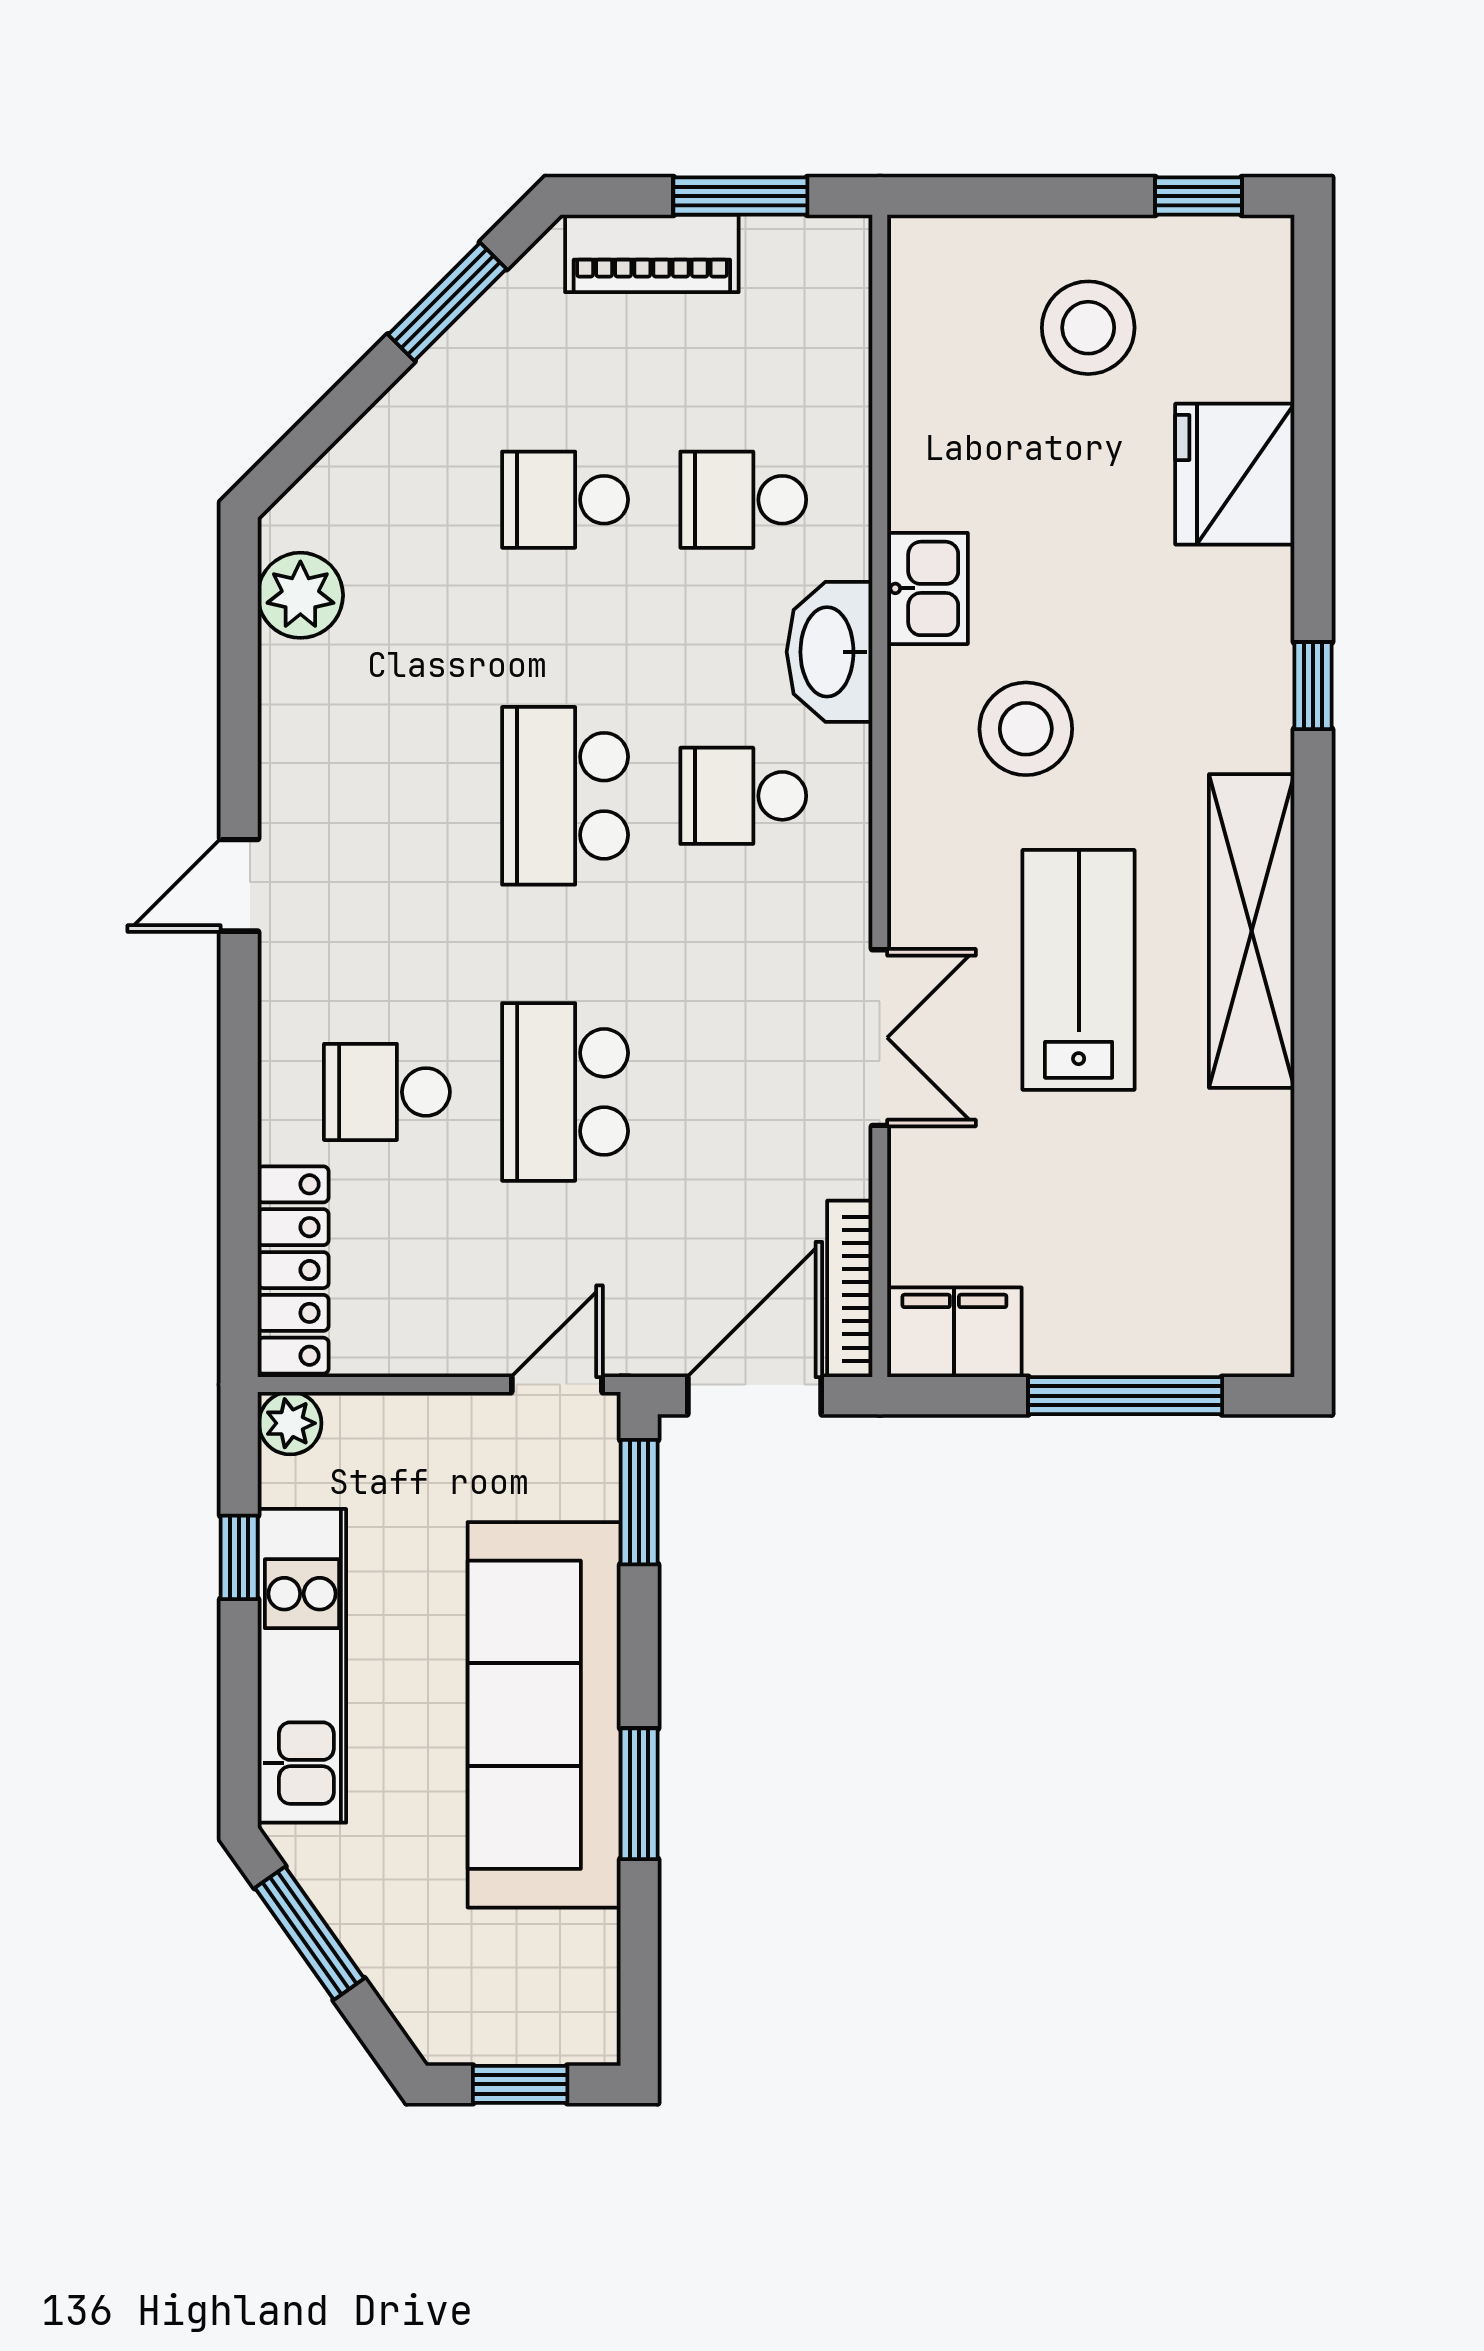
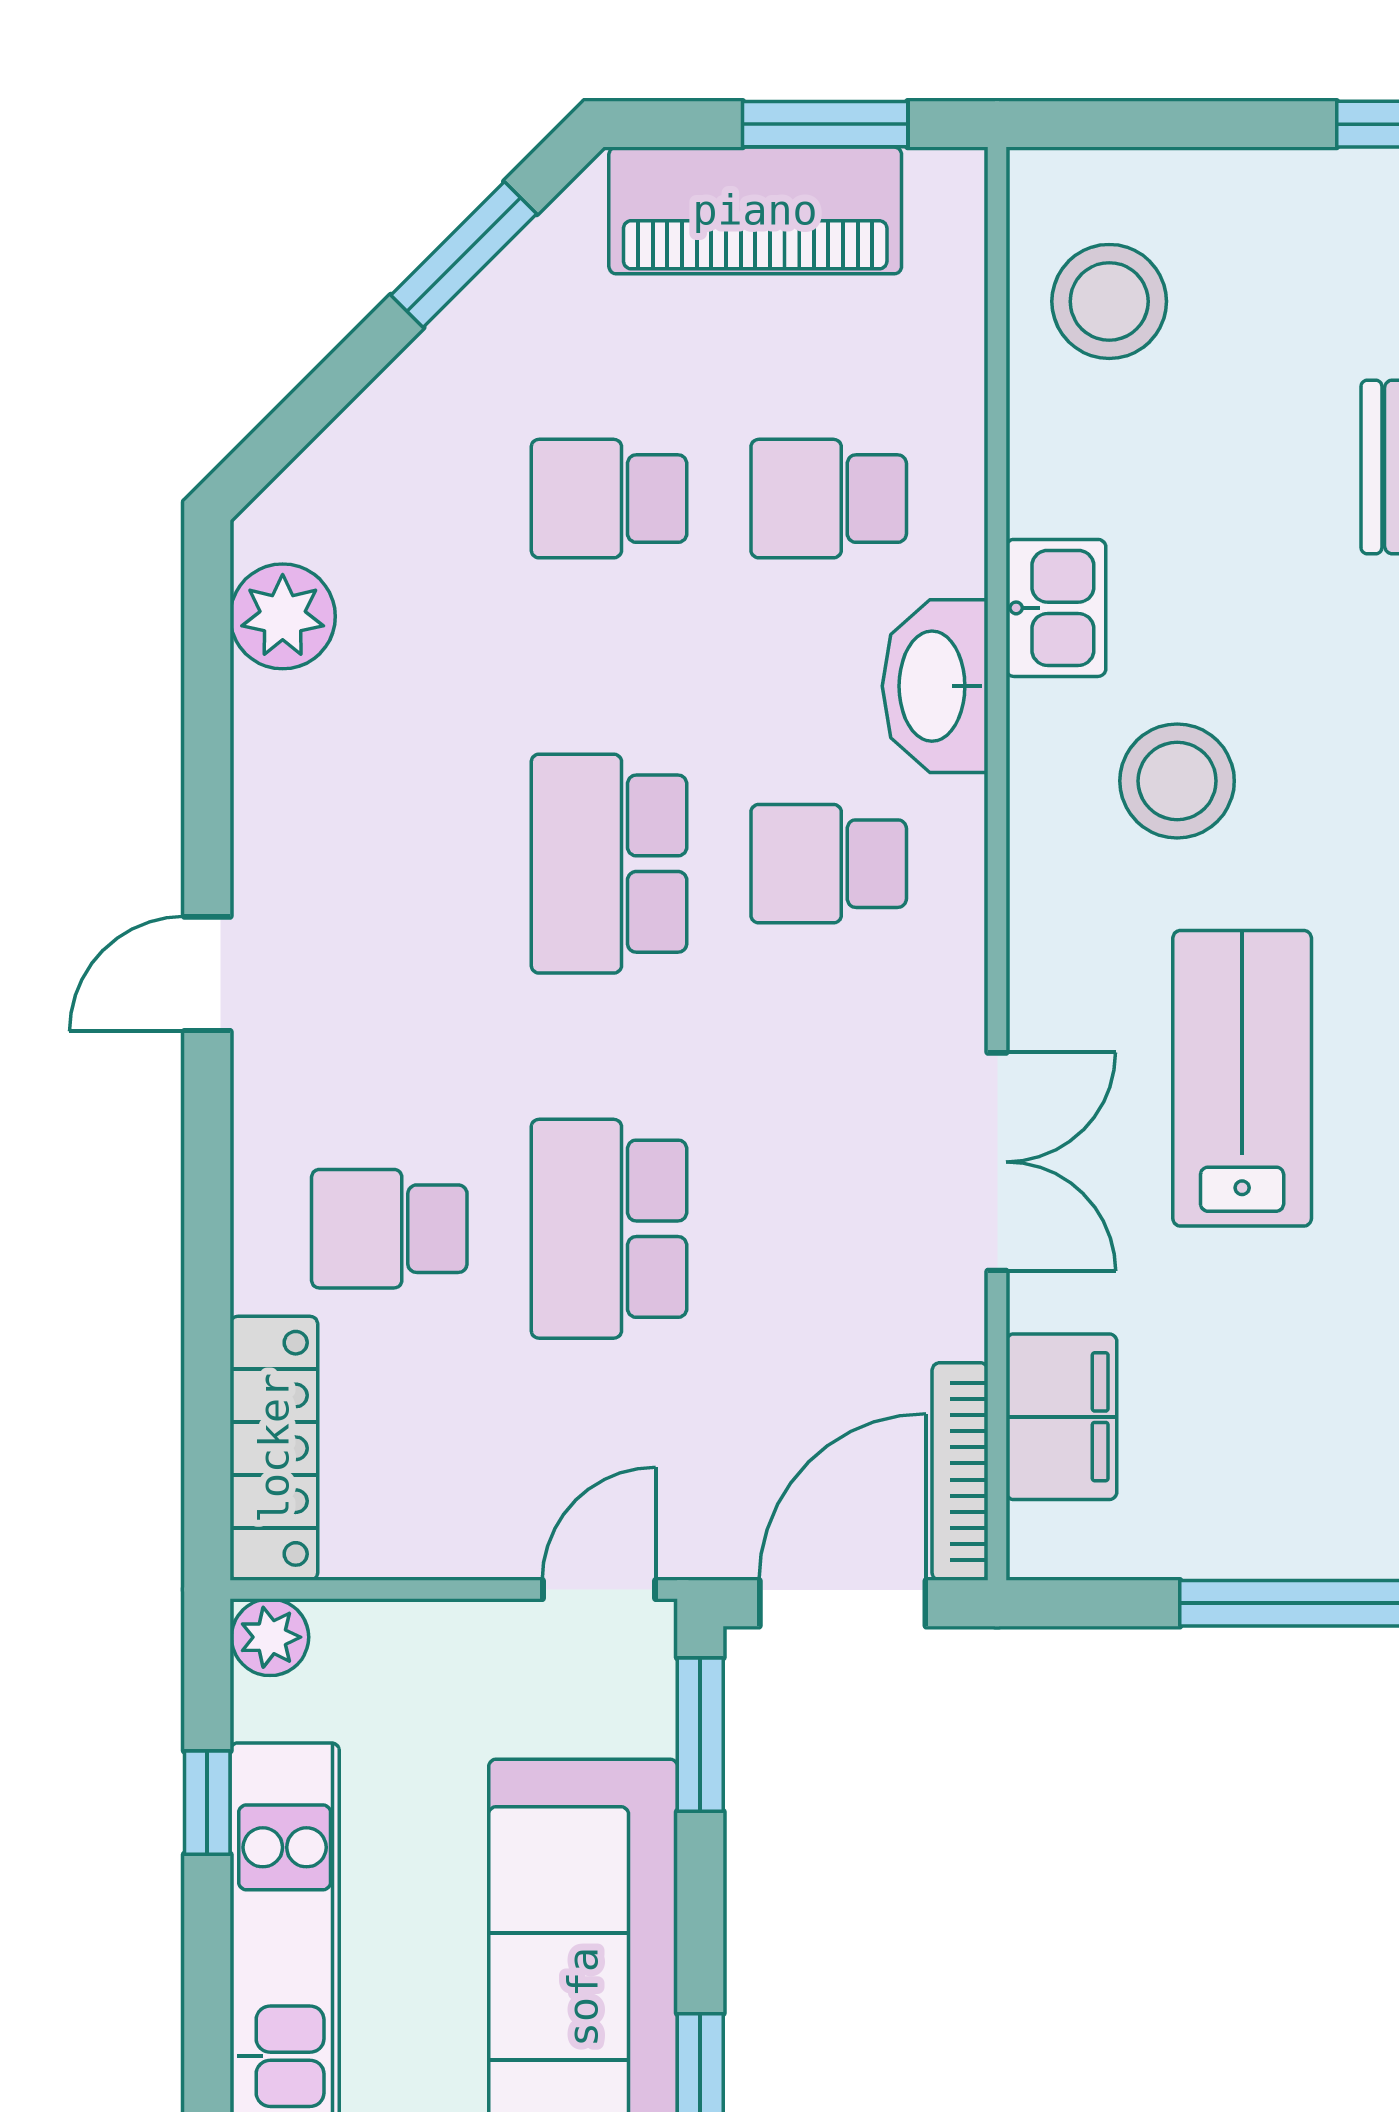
piano: (652, 253) -> (755, 210), width x1.37, depth x1.33
stool: (1088, 328) -> (1109, 301), moved
filing cabinet: (954, 1332) -> (1061, 1417), moved, turned 90

